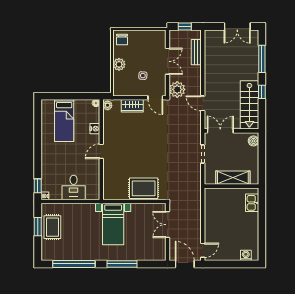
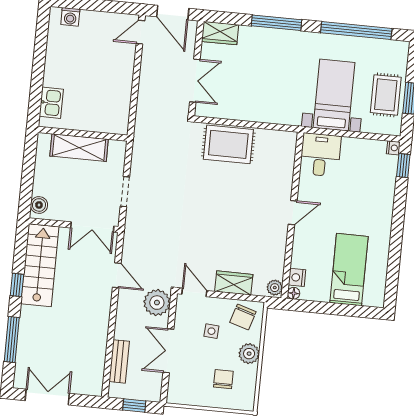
chair: (122, 40) -> (223, 379), moved
chair: (125, 86) -> (243, 317), added
nightstand: (95, 129) -> (297, 277), moved
desk: (74, 187) -> (320, 155), moved
bed with nightstands: (113, 224) -> (334, 95), moved
wardrobe: (155, 254) -> (220, 33), added

